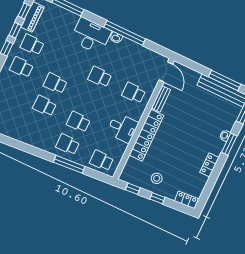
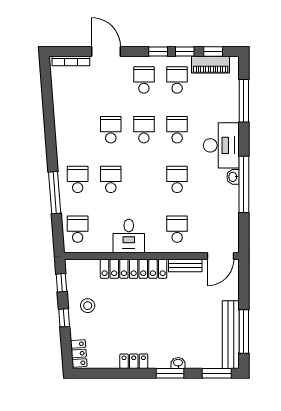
school desk: (66, 61) -> (177, 130), added

